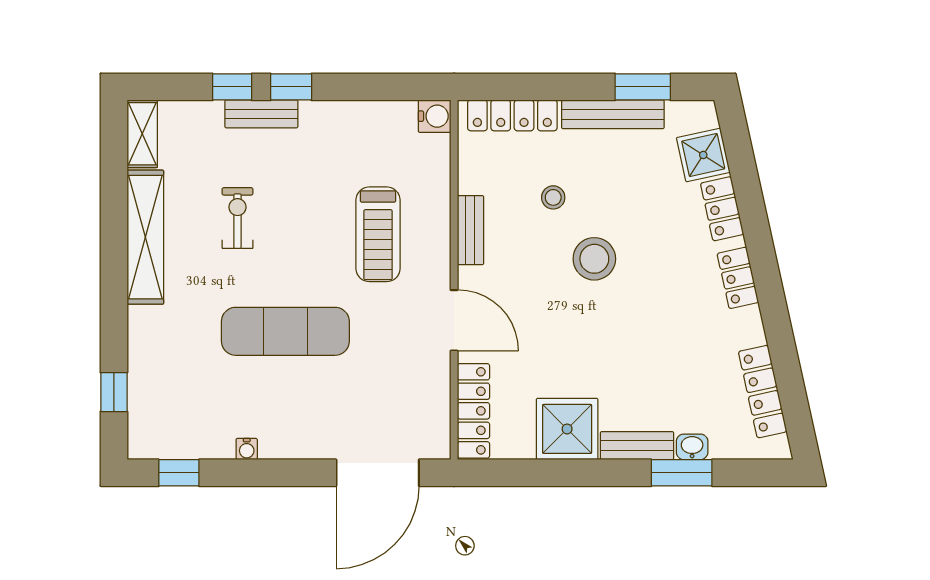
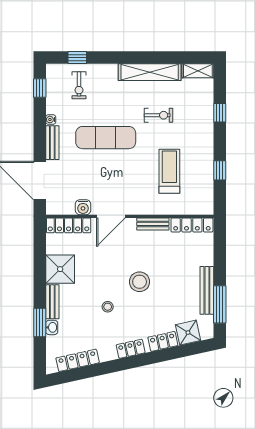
window: (291, 87) -> (220, 170), moved
window: (643, 87) -> (220, 304), width x1.44
bench: (261, 114) -> (52, 143), moved
locker: (512, 115) -> (192, 225), moved, turned -90
water cooler: (435, 116) -> (83, 207), moved
stool: (553, 197) -> (108, 307), moved
treadmill: (378, 234) -> (169, 171), moved, turned 90
exercise mat: (285, 331) -> (106, 138), turned 90
exercise bike: (173, 389) -> (79, 85), added

